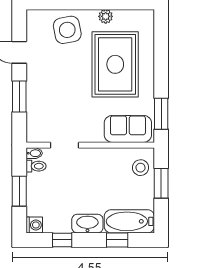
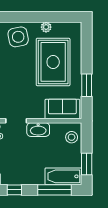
window: (161, 114) -> (87, 85), moved
window: (161, 183) -> (87, 164), moved
washbasin: (87, 224) -> (38, 130), moved, turned 180
window: (117, 240) -> (54, 190), width x2.17

